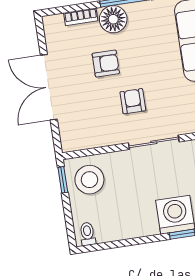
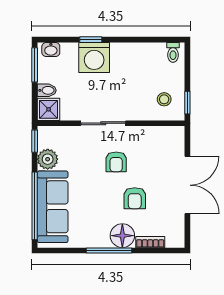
armchair: (106, 63) -> (135, 198), turned -90
stool: (89, 180) -> (164, 99), width x0.53, depth x0.53

